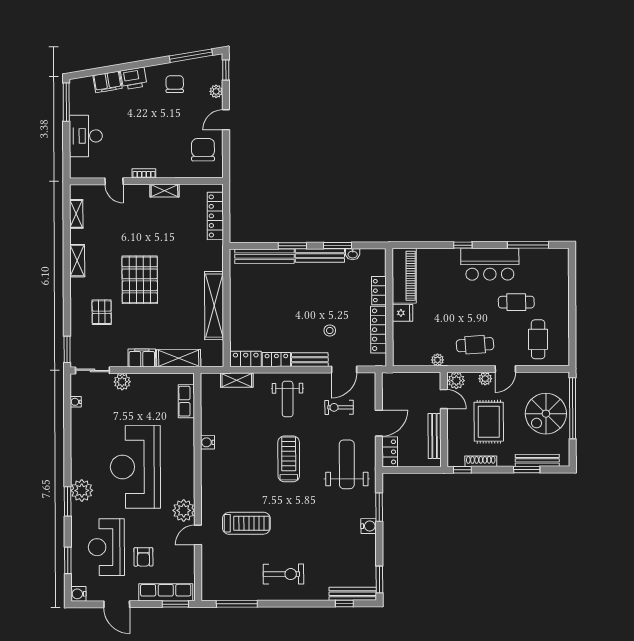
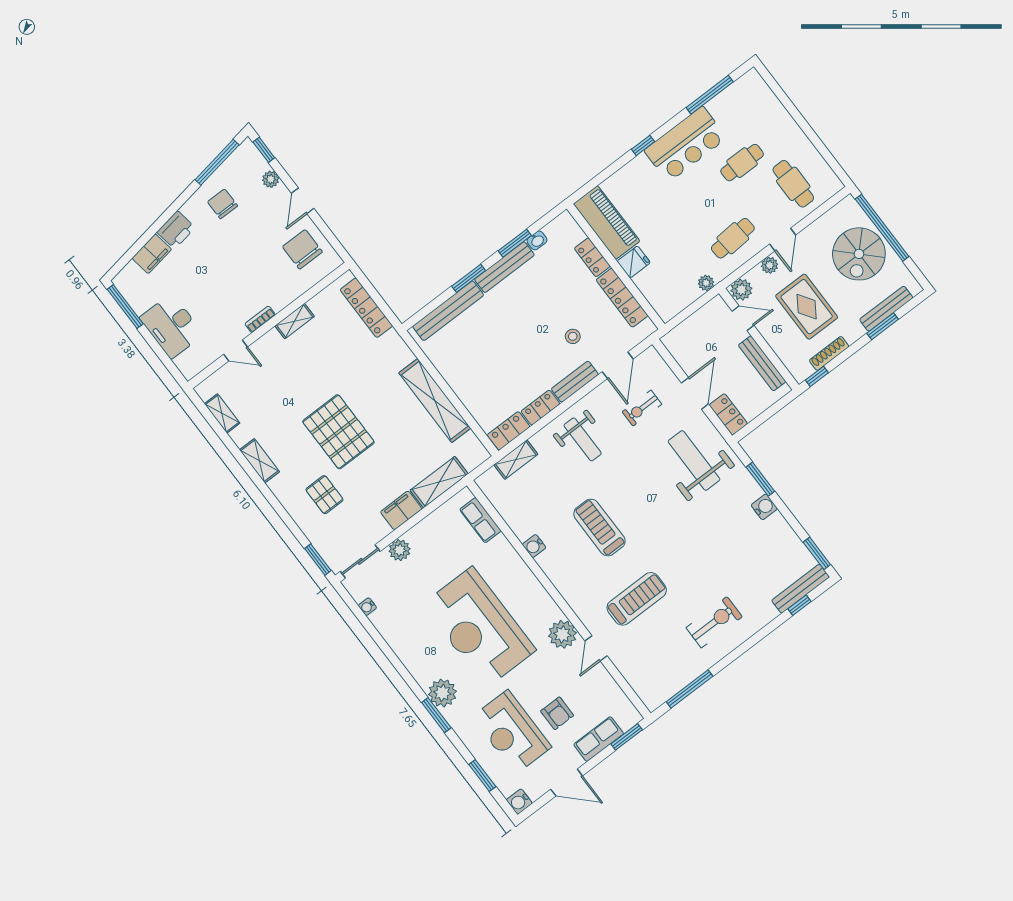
treadmill: (289, 459) -> (599, 528), moved
row of seats: (166, 592) -> (599, 739), width x0.68

